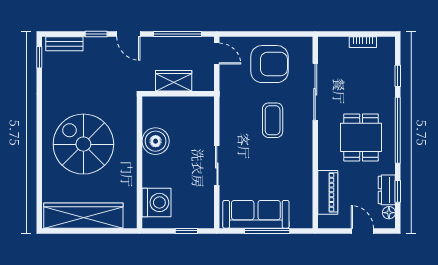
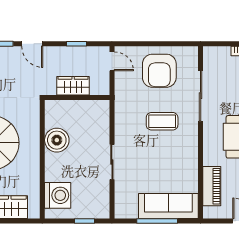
window: (177, 34) -> (76, 44), width x0.46
armchair: (269, 64) -> (159, 71), turned 90
coffee table: (273, 120) -> (162, 121), turned 90
sofa: (256, 214) -> (168, 206), moved

